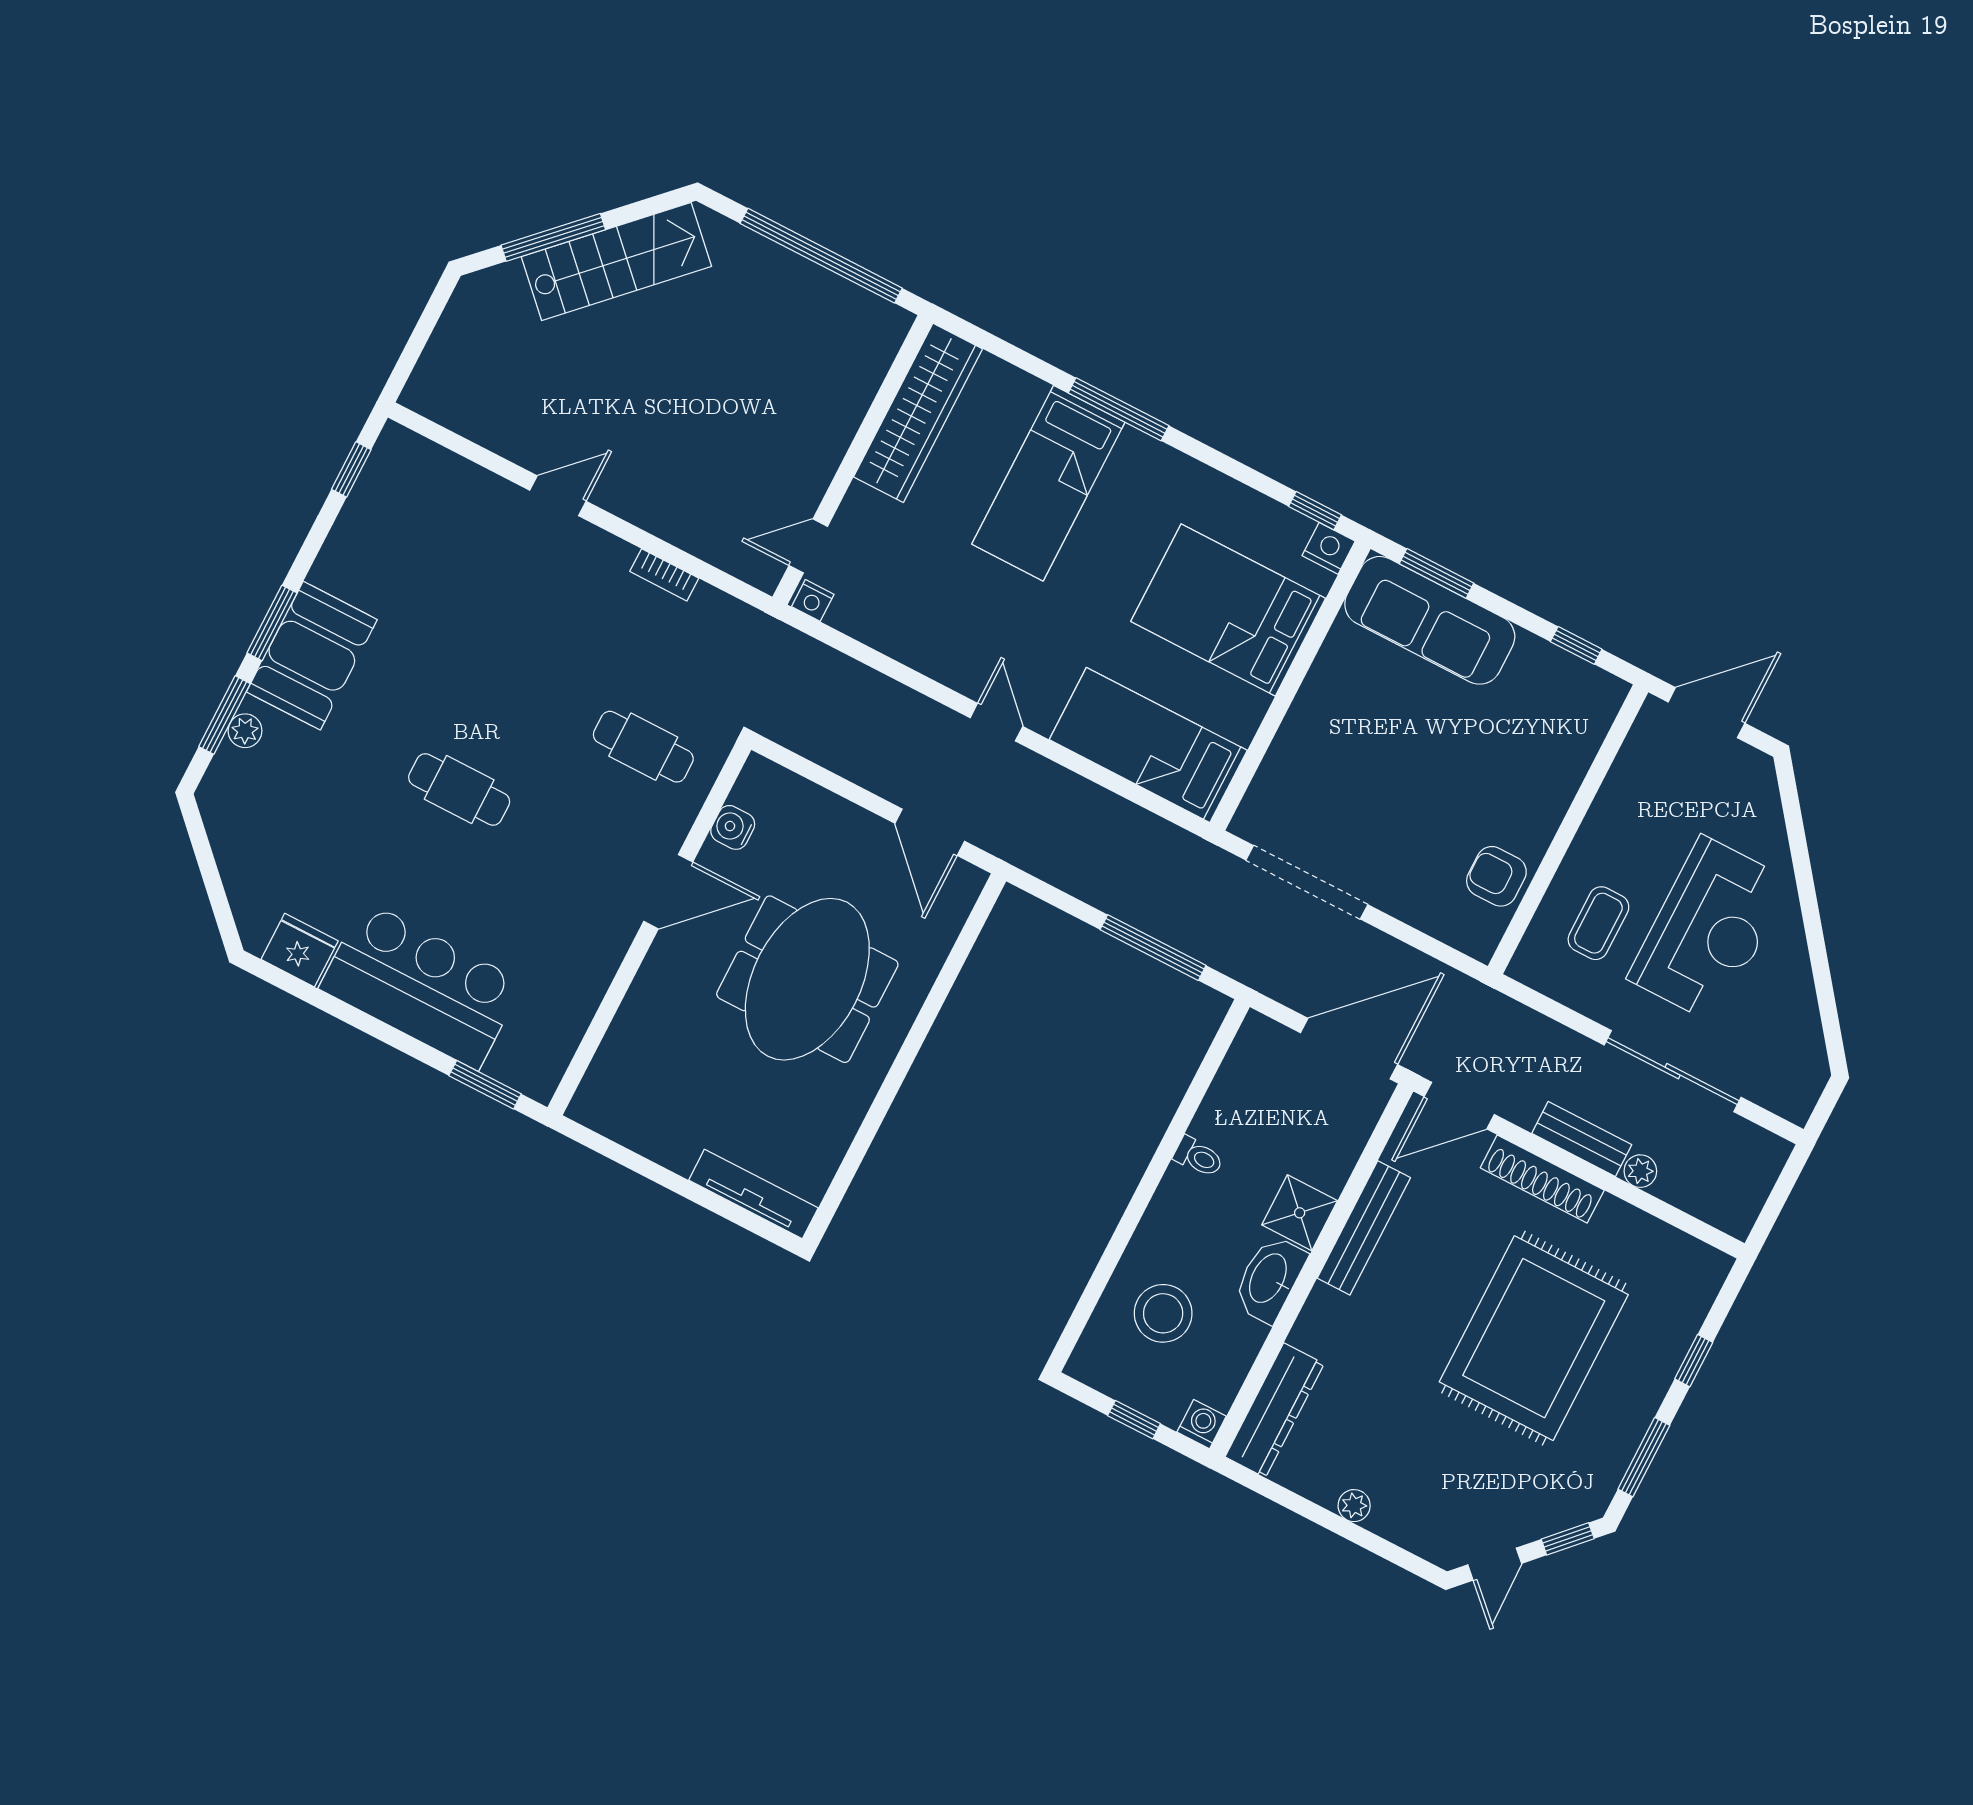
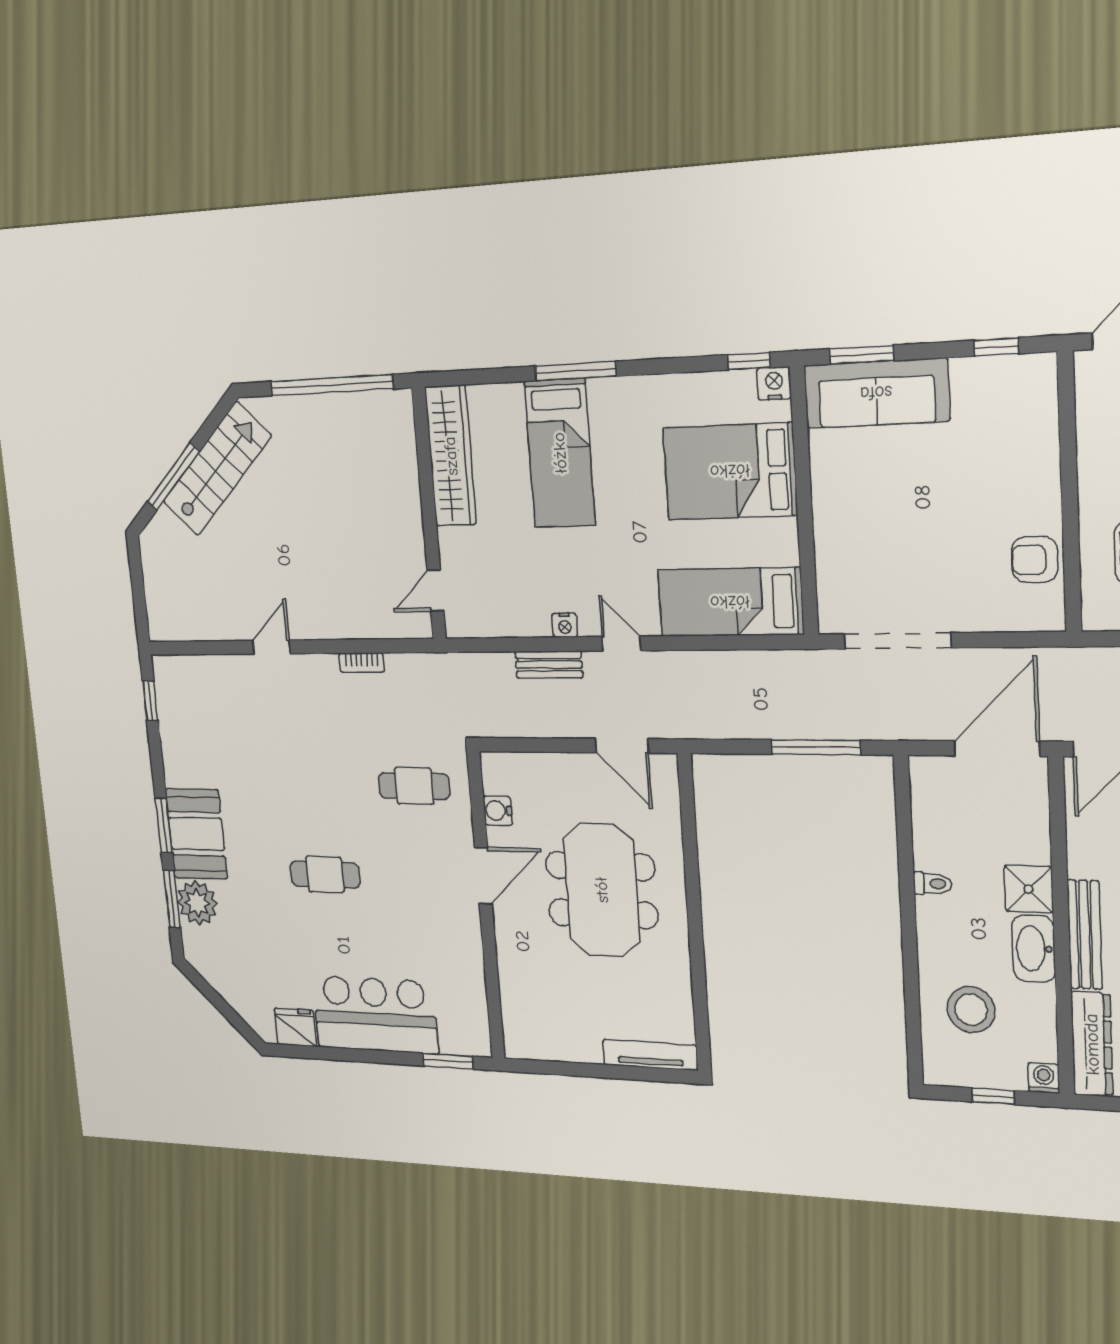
nightstand: (813, 600) -> (565, 625), moved
bench: (896, 699) -> (549, 665), added
plant: (245, 731) -> (197, 903), width x1.87, depth x1.87
bench: (1364, 1228) -> (1085, 935), moved

